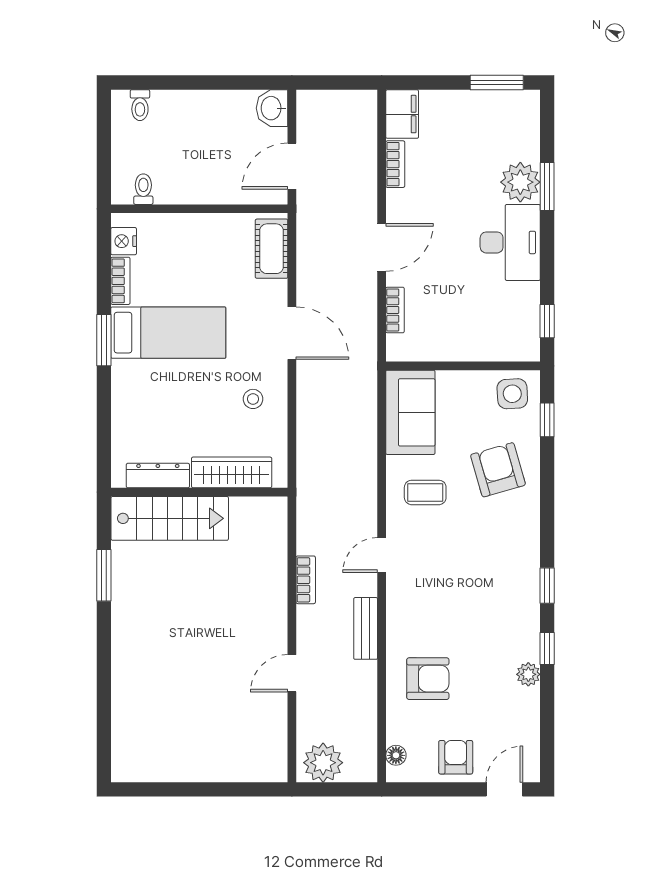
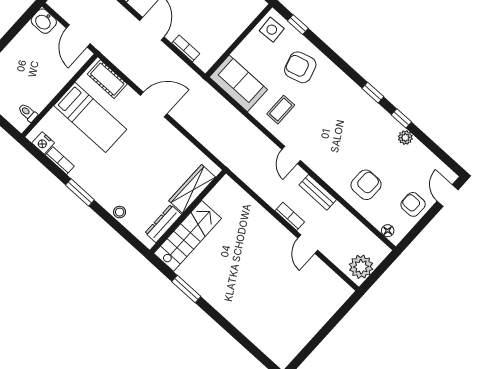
bed: (168, 333) -> (90, 117), moved, turned 90
stool: (253, 399) -> (120, 212), moved
bookcase: (306, 580) -> (290, 216), moved

